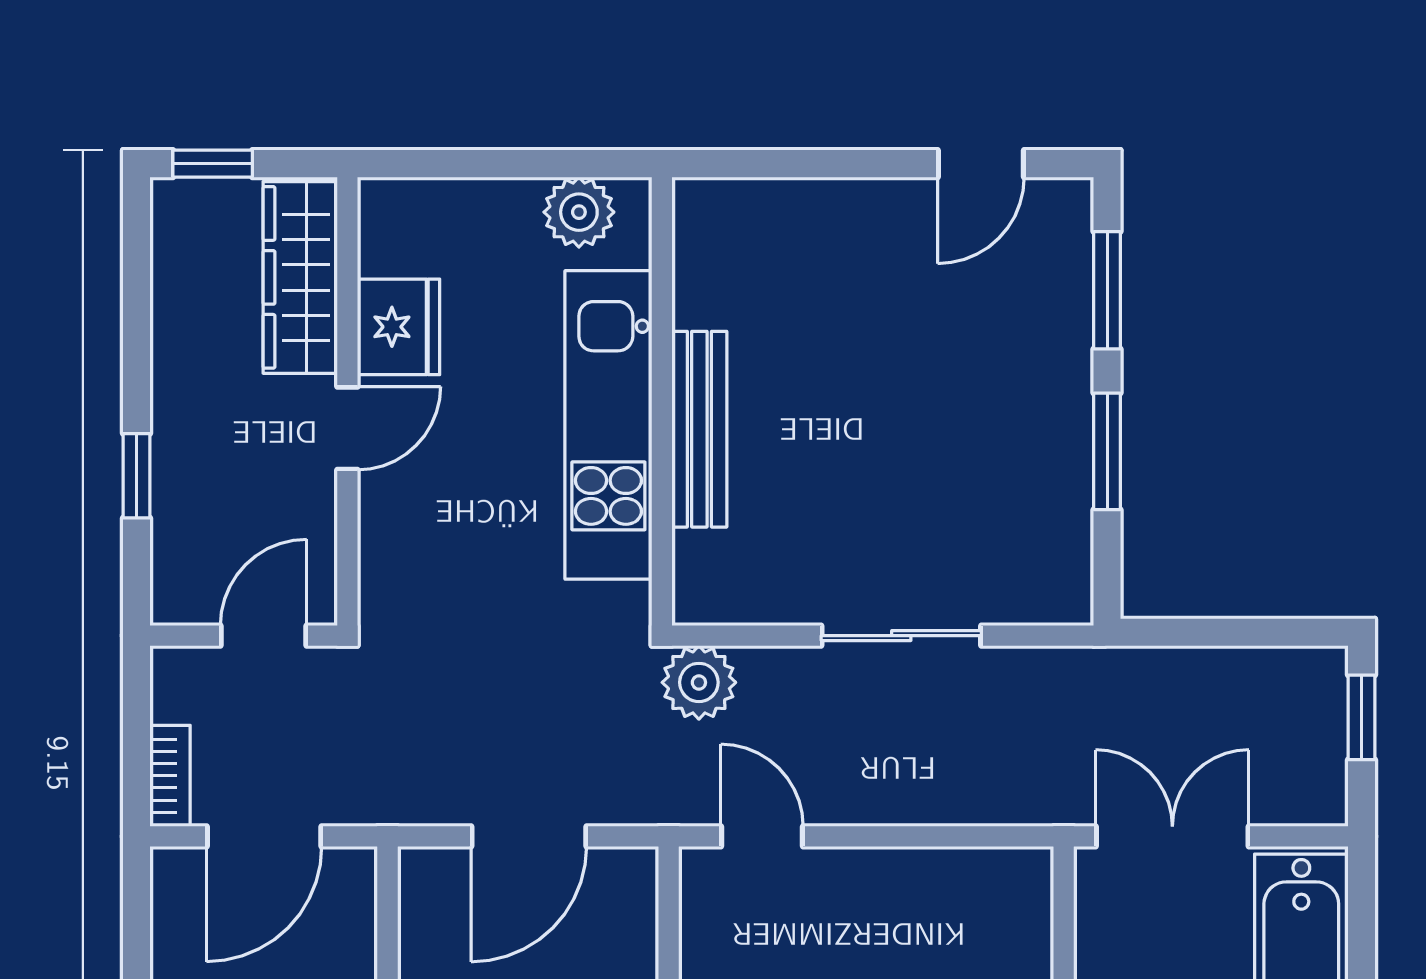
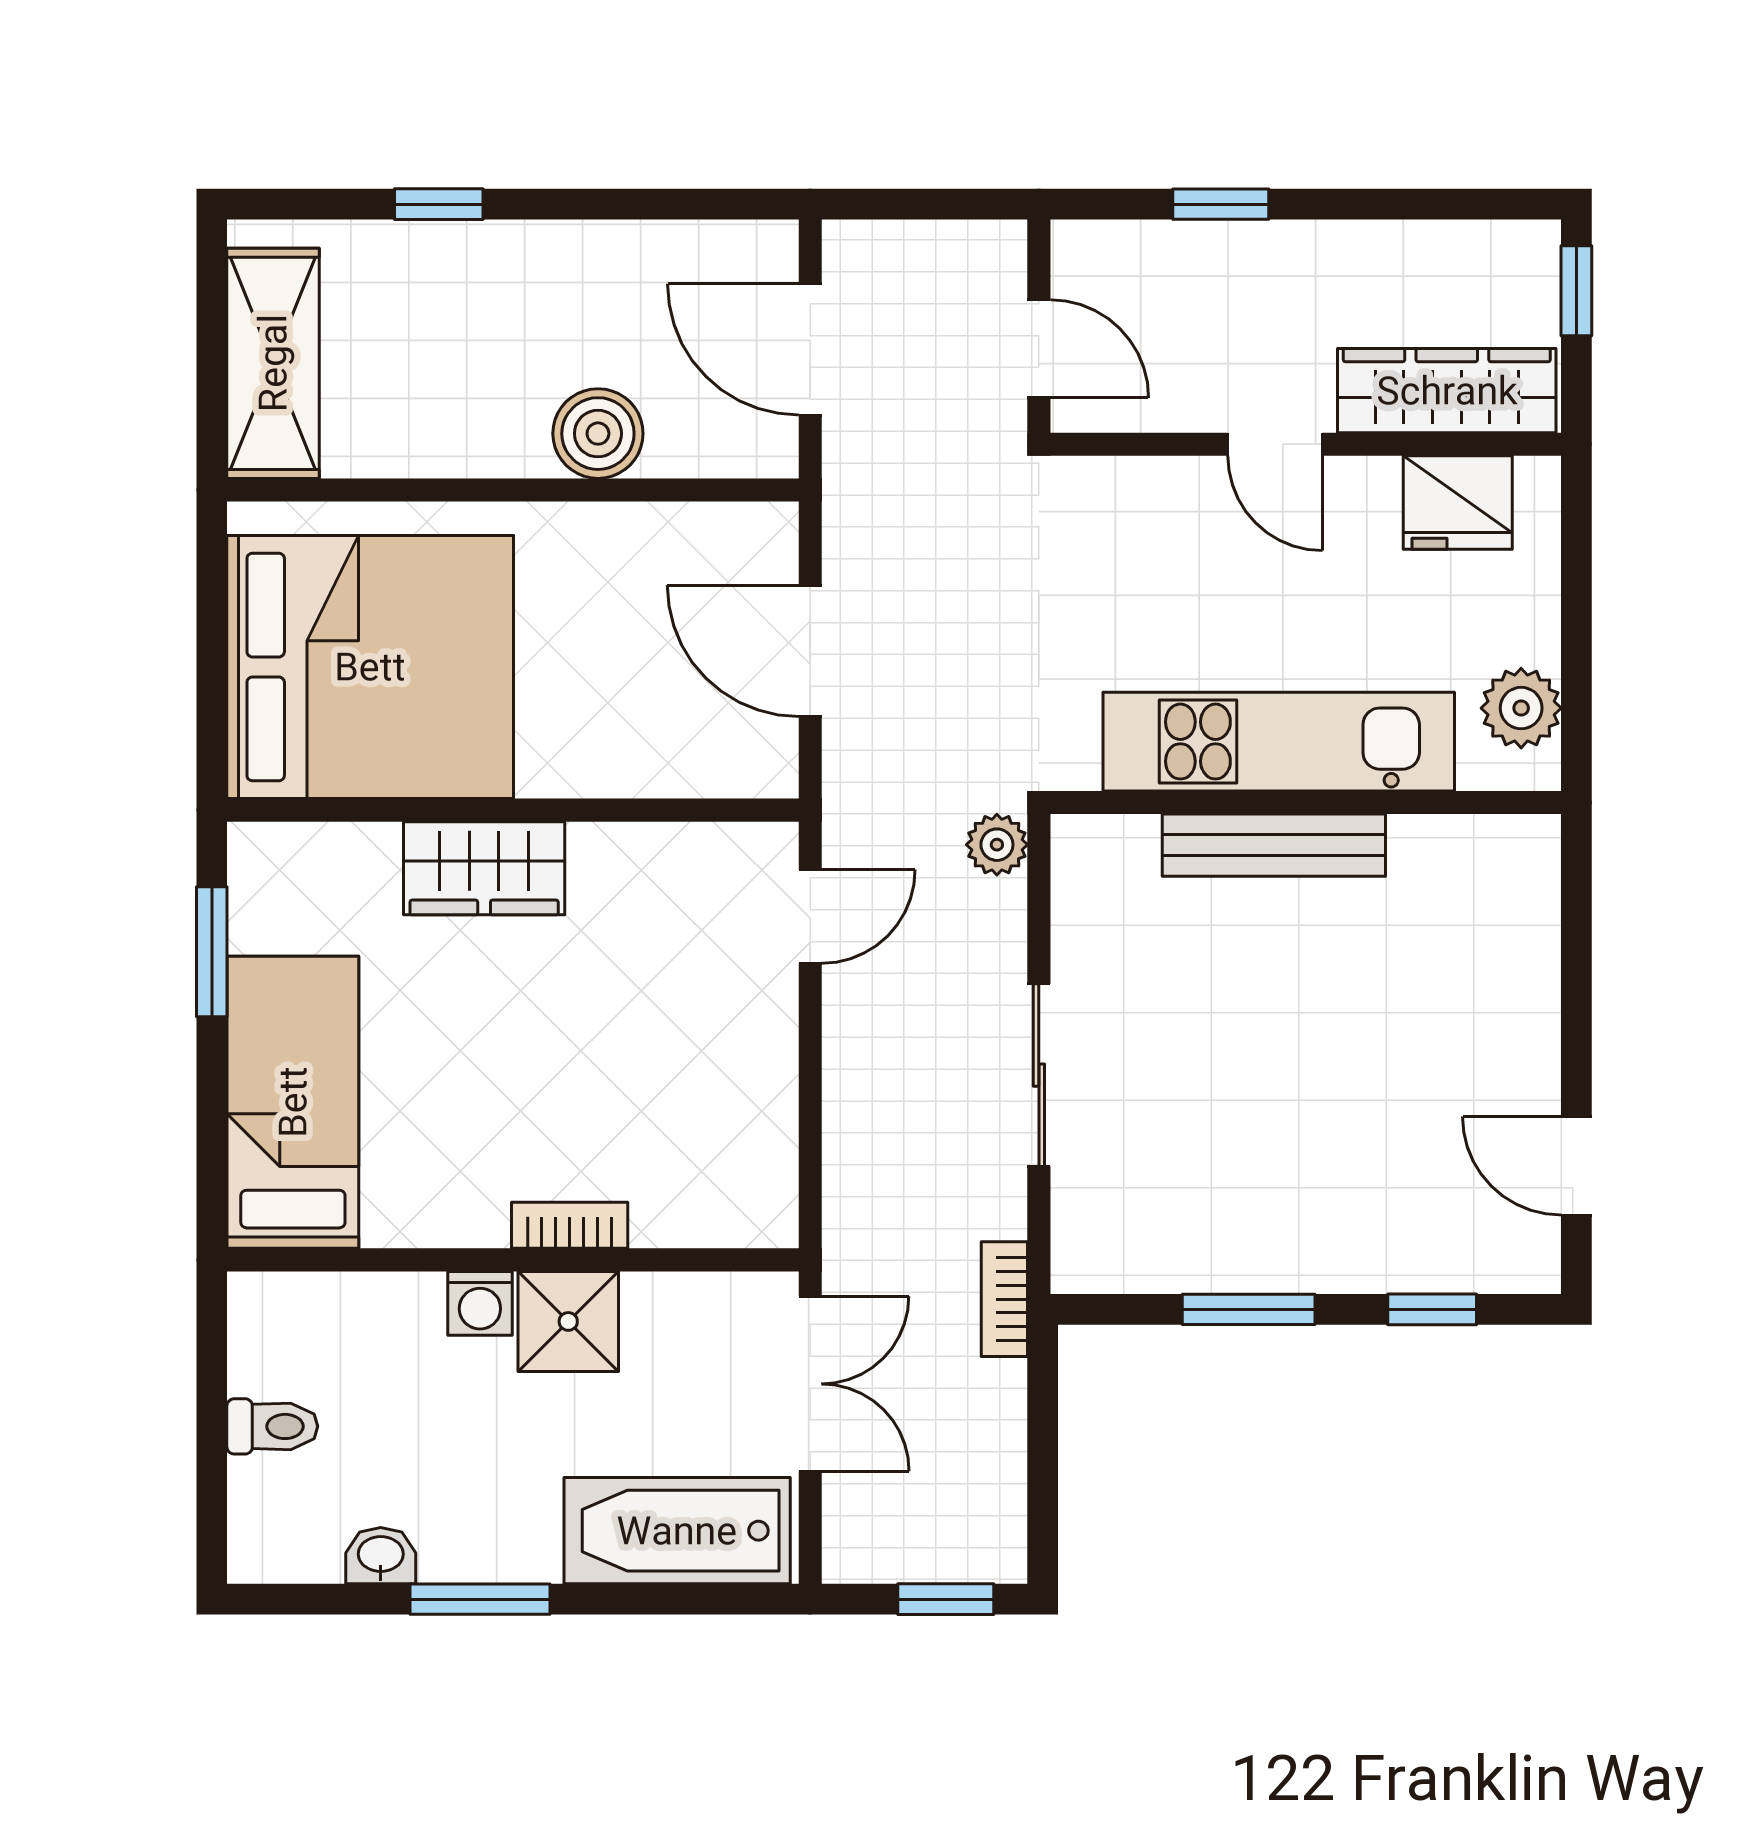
window: (1107, 290) -> (1432, 1309), width x0.67
fridge: (399, 327) -> (1458, 503), moved
plant: (699, 682) -> (997, 845), width x0.73, depth x0.73
bookcase: (170, 776) -> (1004, 1299), moved, turned 90

